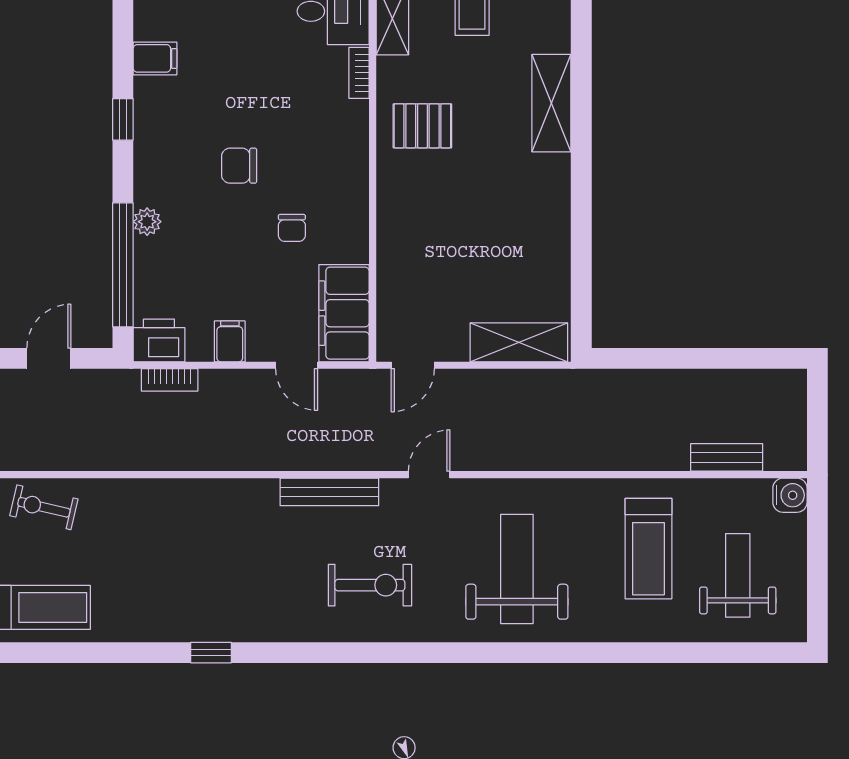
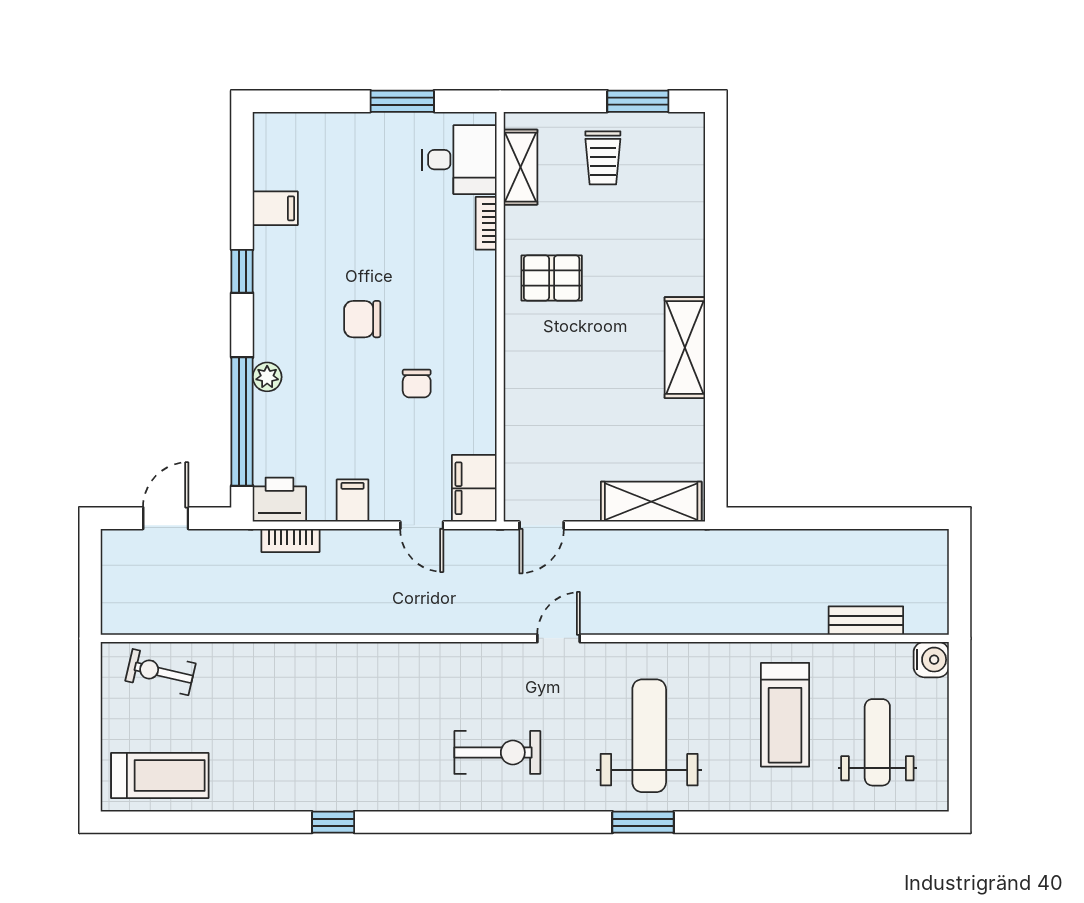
shelving: (551, 103) -> (685, 348), moved
filing cabinet: (344, 313) -> (474, 488), width x0.67, depth x0.86
bench: (329, 492) -> (455, 656), removed
window: (511, 653) -> (643, 822), added

